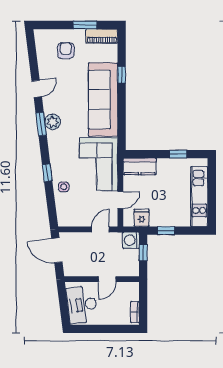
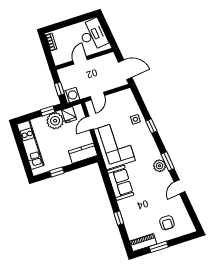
sofa: (103, 100) -> (120, 183), width x0.54, depth x0.79
plant: (161, 216) -> (55, 121), added

